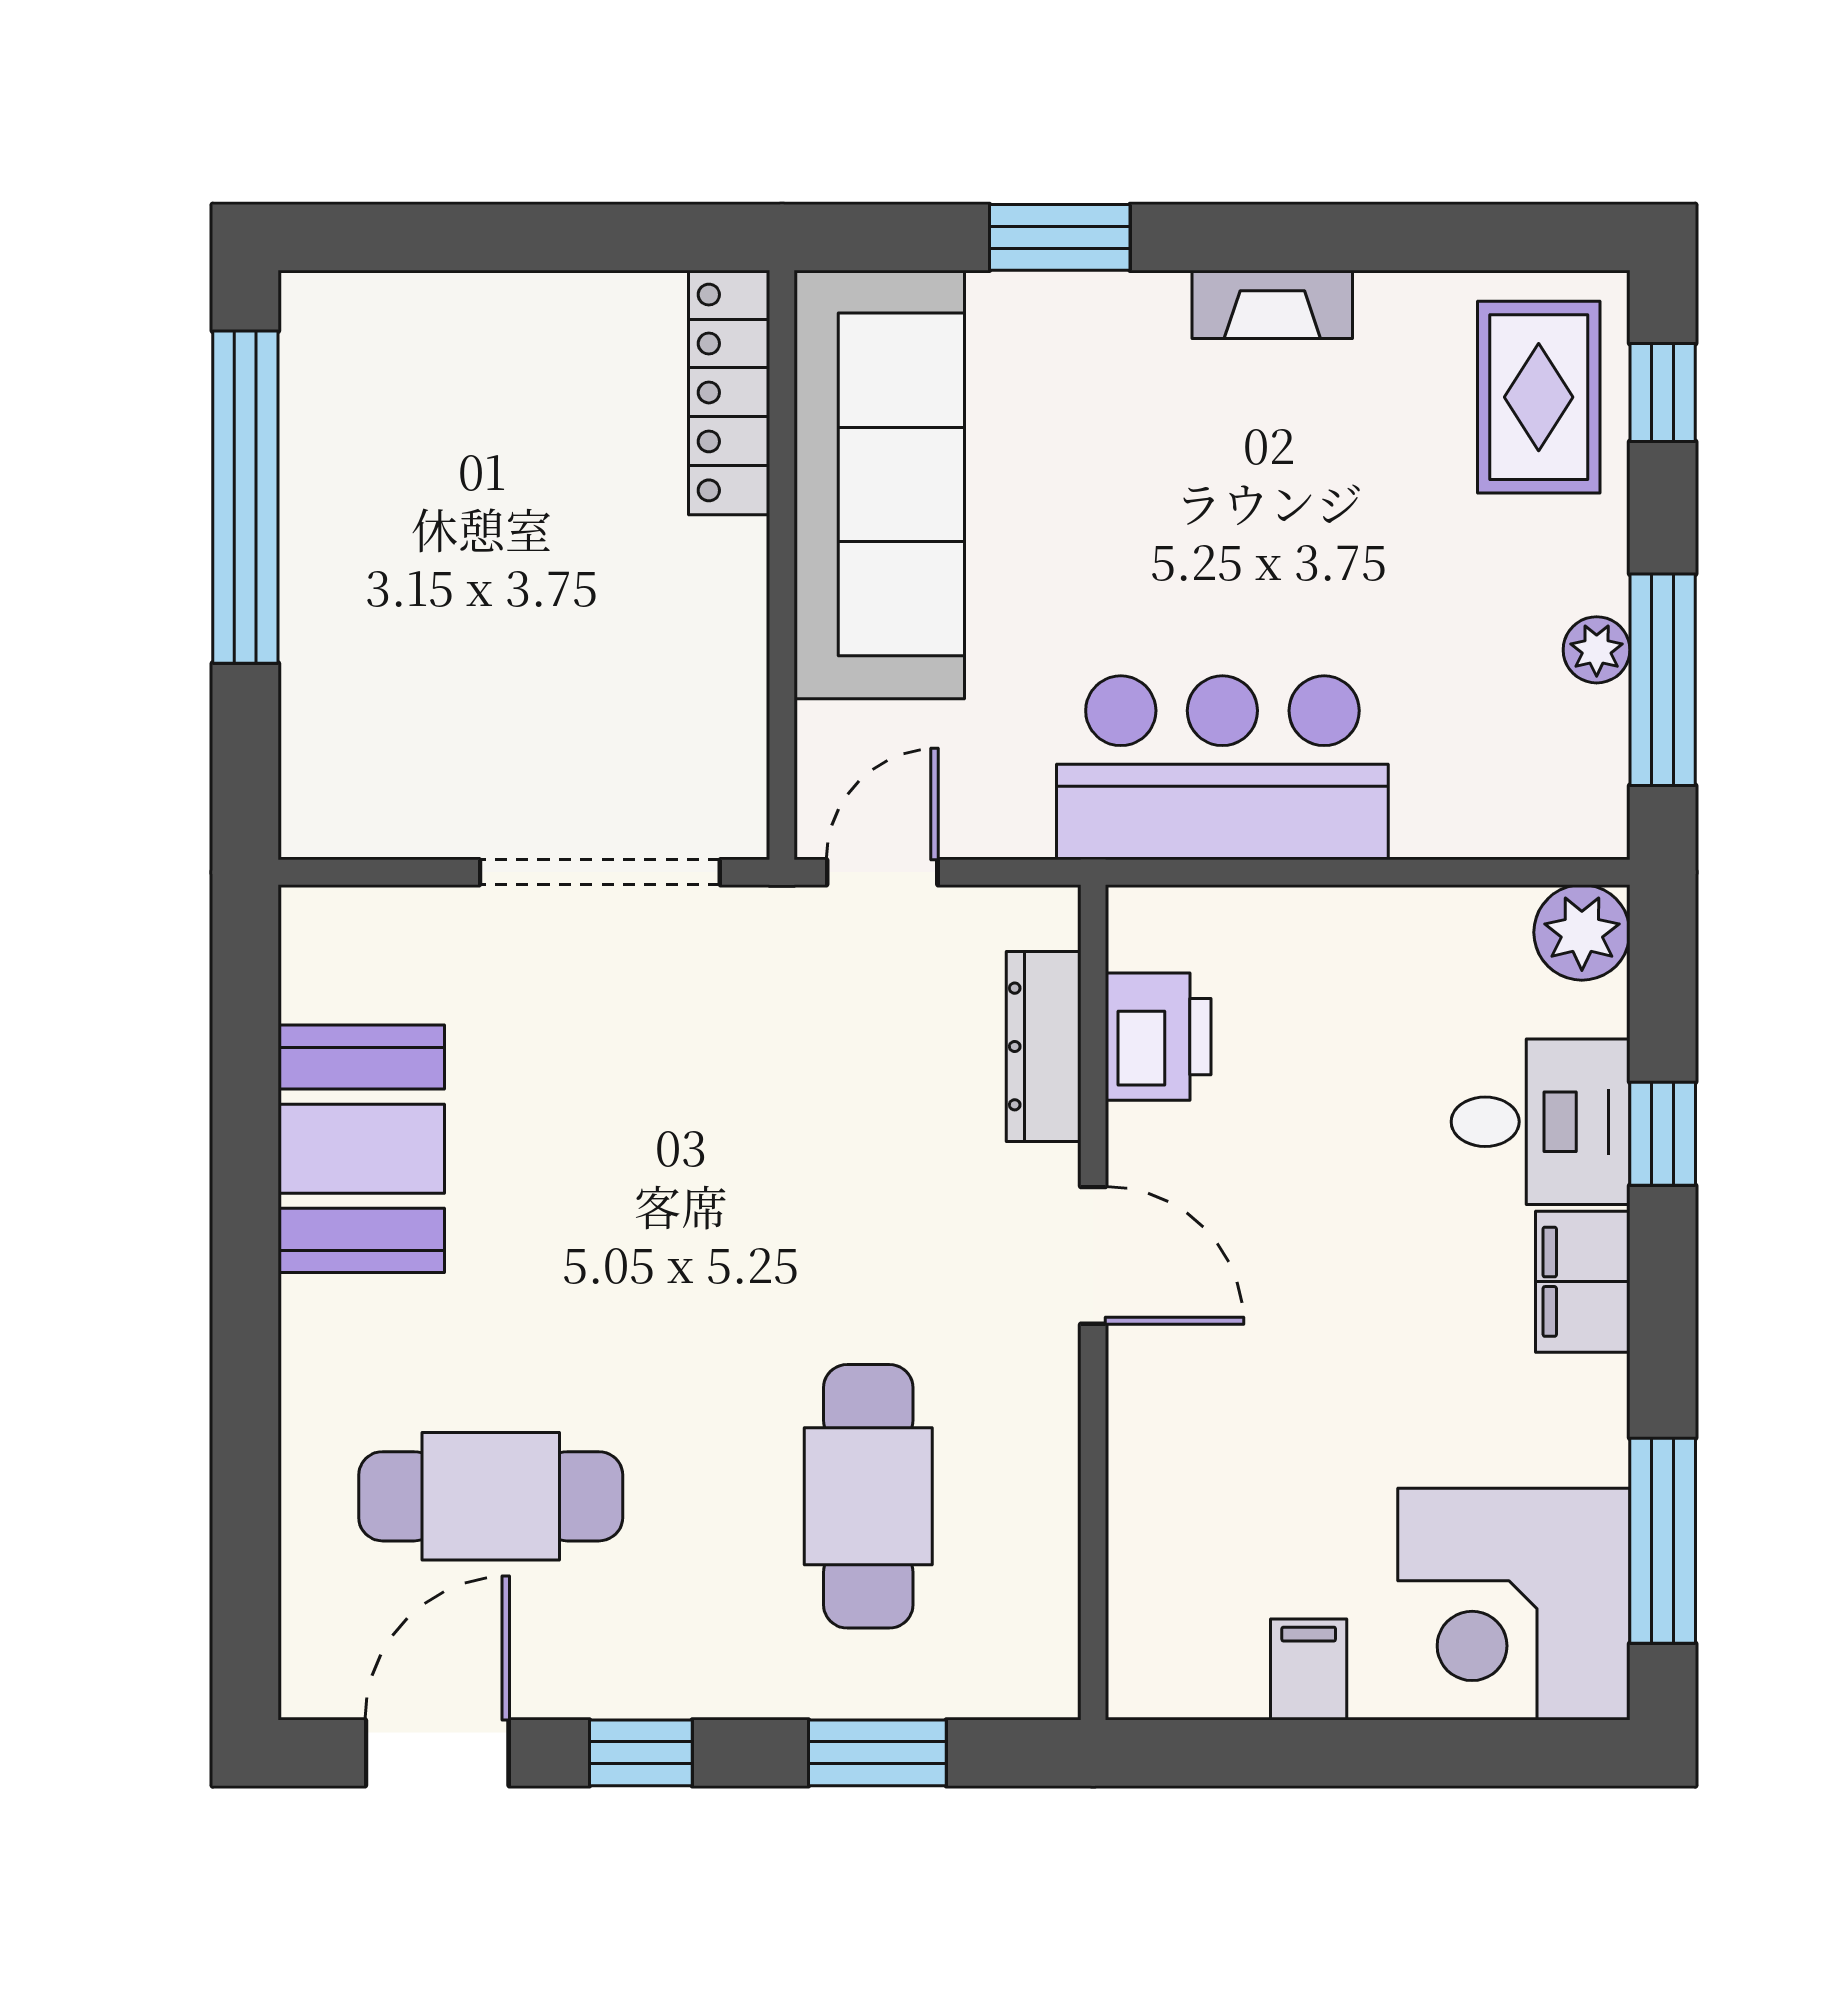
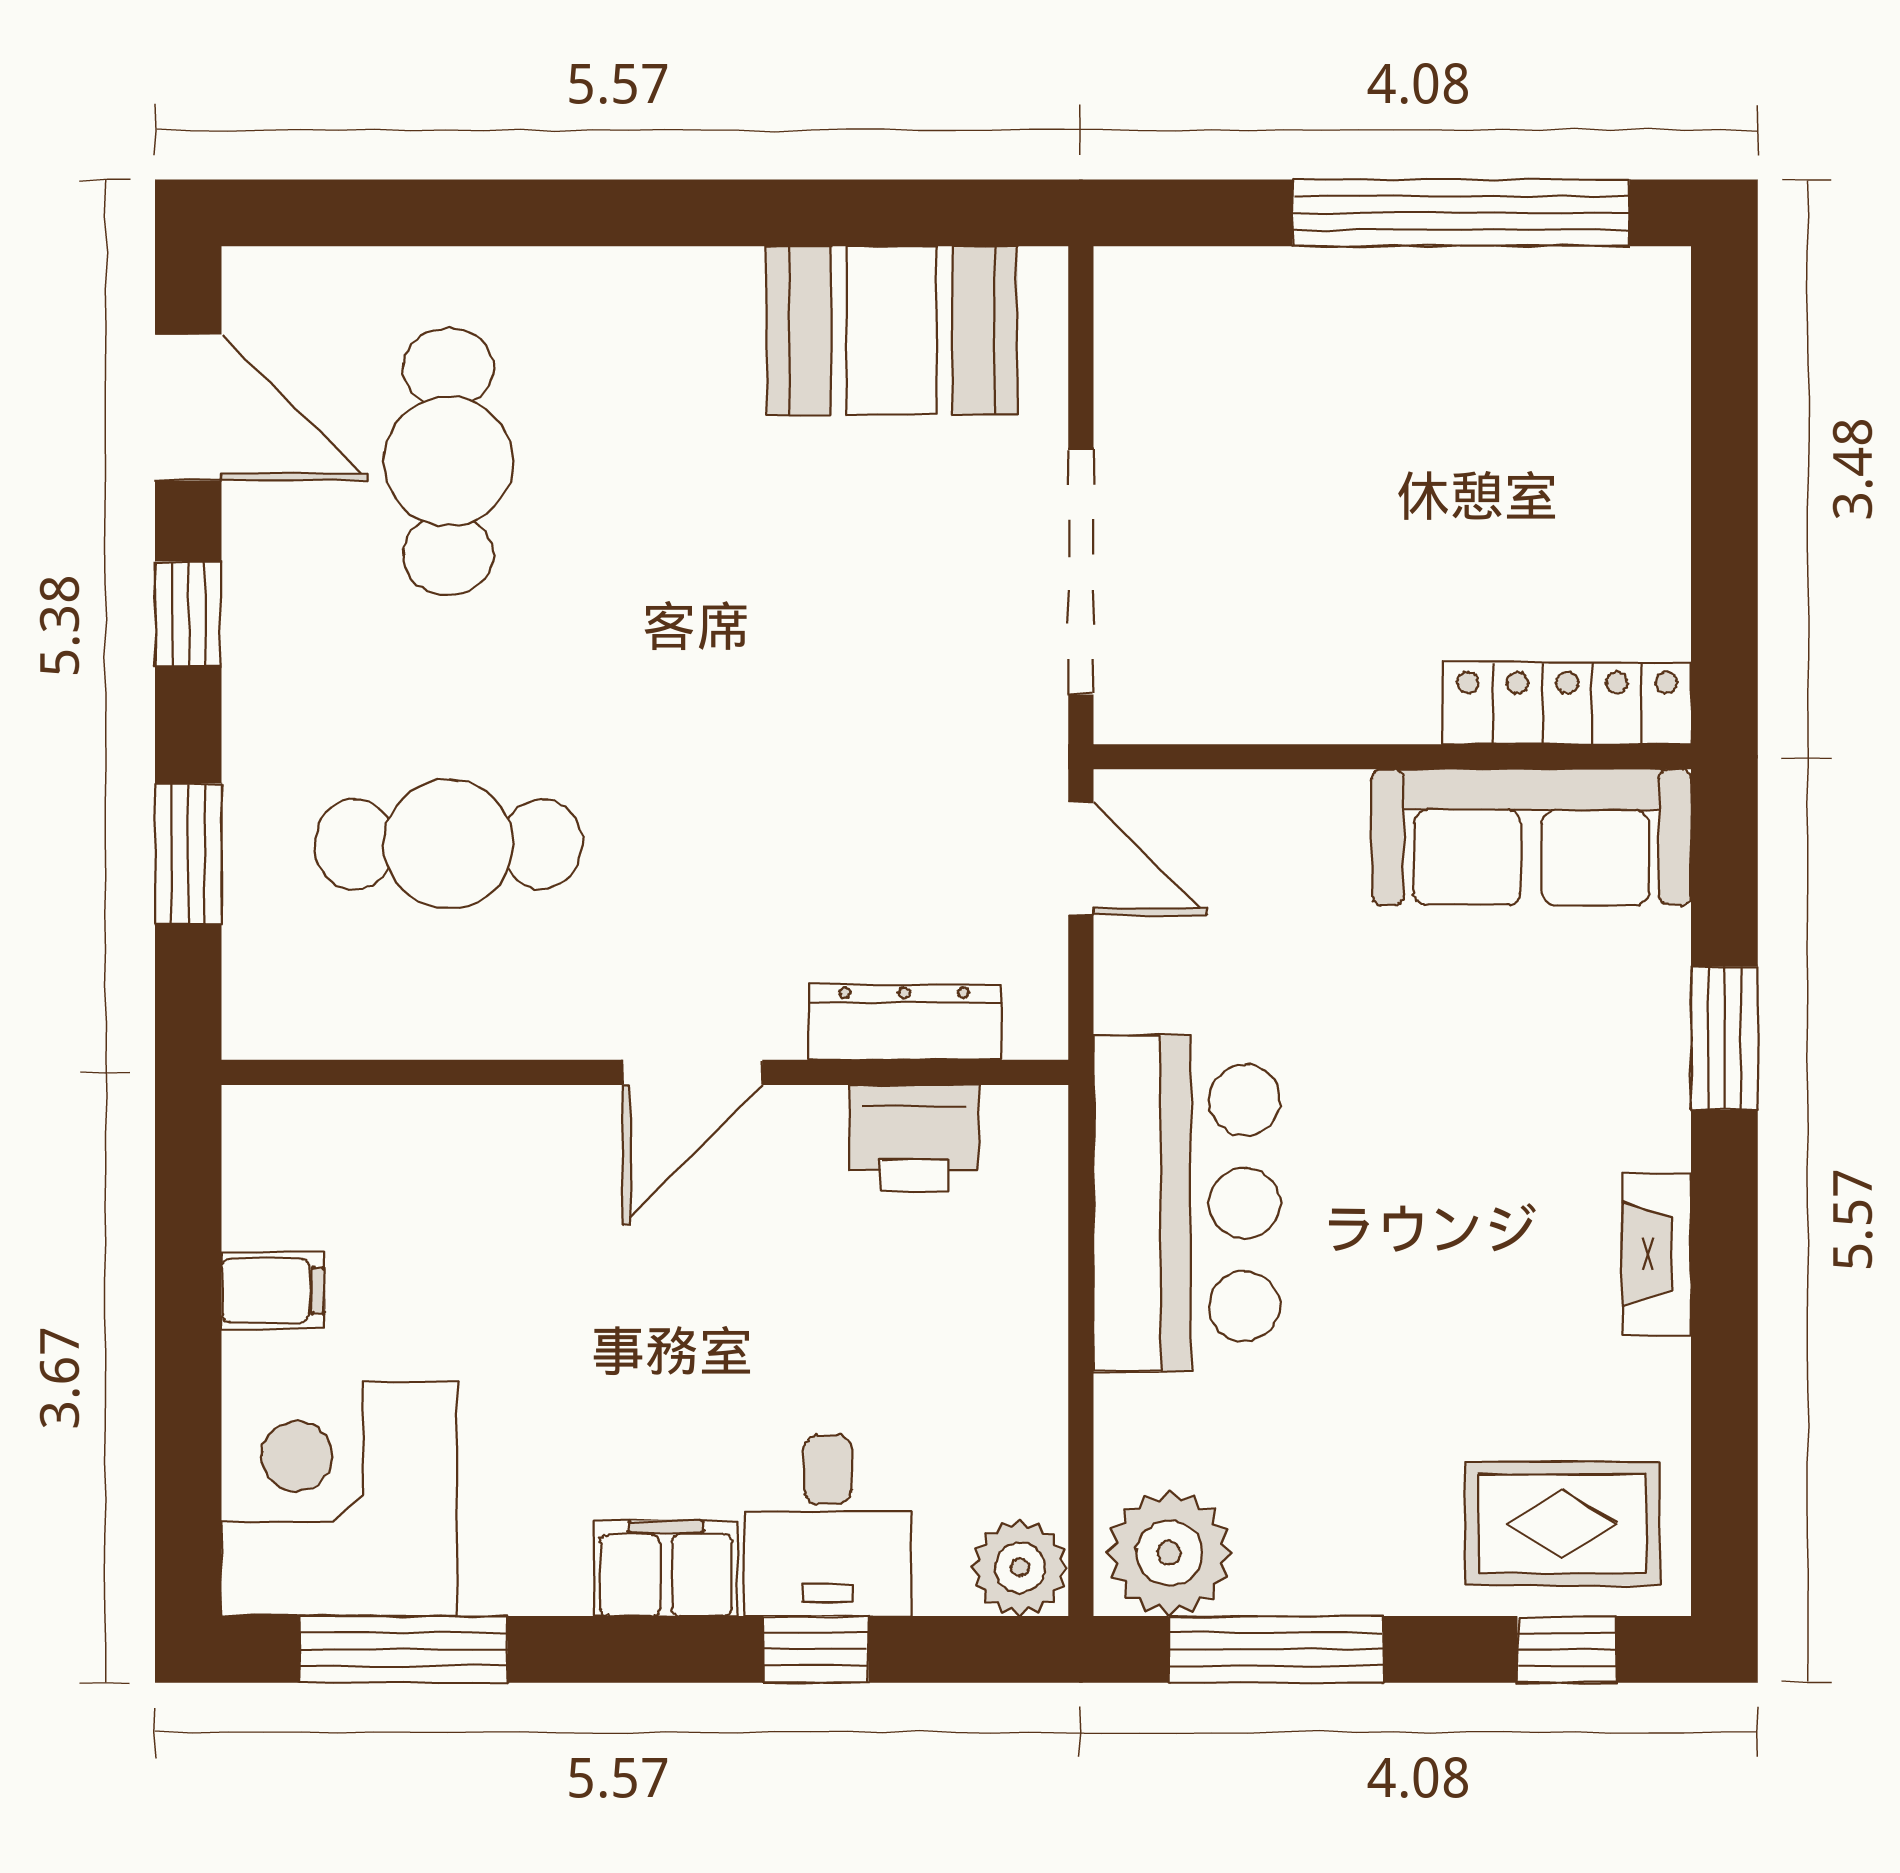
sofa: (879, 484) -> (1531, 837), width x0.74, depth x0.79
plant: (1597, 650) -> (1169, 1553), moved, width x1.88, depth x1.88
booth: (361, 1149) -> (892, 330), moved

